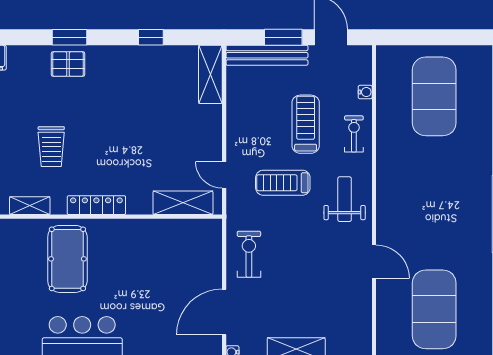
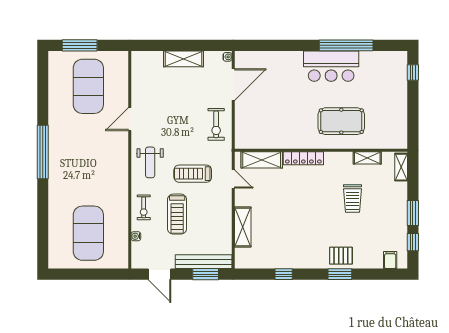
window: (283, 37) -> (206, 274), moved
shelving: (210, 74) -> (243, 227), moved
trolley: (51, 147) -> (352, 199), turned 180
treadmill: (283, 183) -> (193, 174), turned 180
locker: (96, 205) -> (303, 158), moved
pool table: (67, 259) -> (341, 121), turned 90
door: (374, 262) -> (130, 119), hinge flipped

